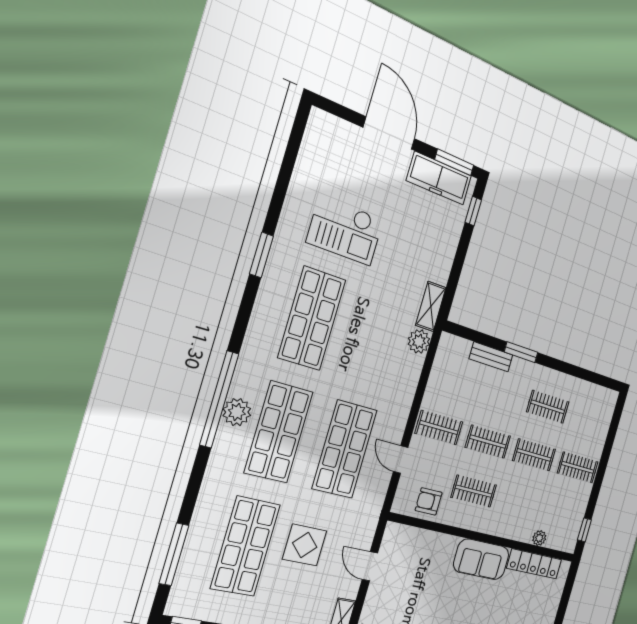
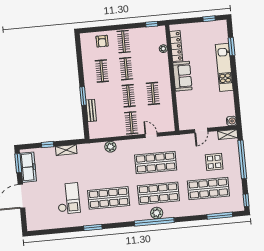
window: (473, 211) -> (47, 145), moved
shelving: (431, 306) -> (66, 150), moved
plant: (419, 341) -> (110, 147), moved
door: (401, 459) -> (151, 135), swing flipped
armchair: (429, 501) -> (102, 41), moved
display table: (305, 545) -> (214, 162), moved

